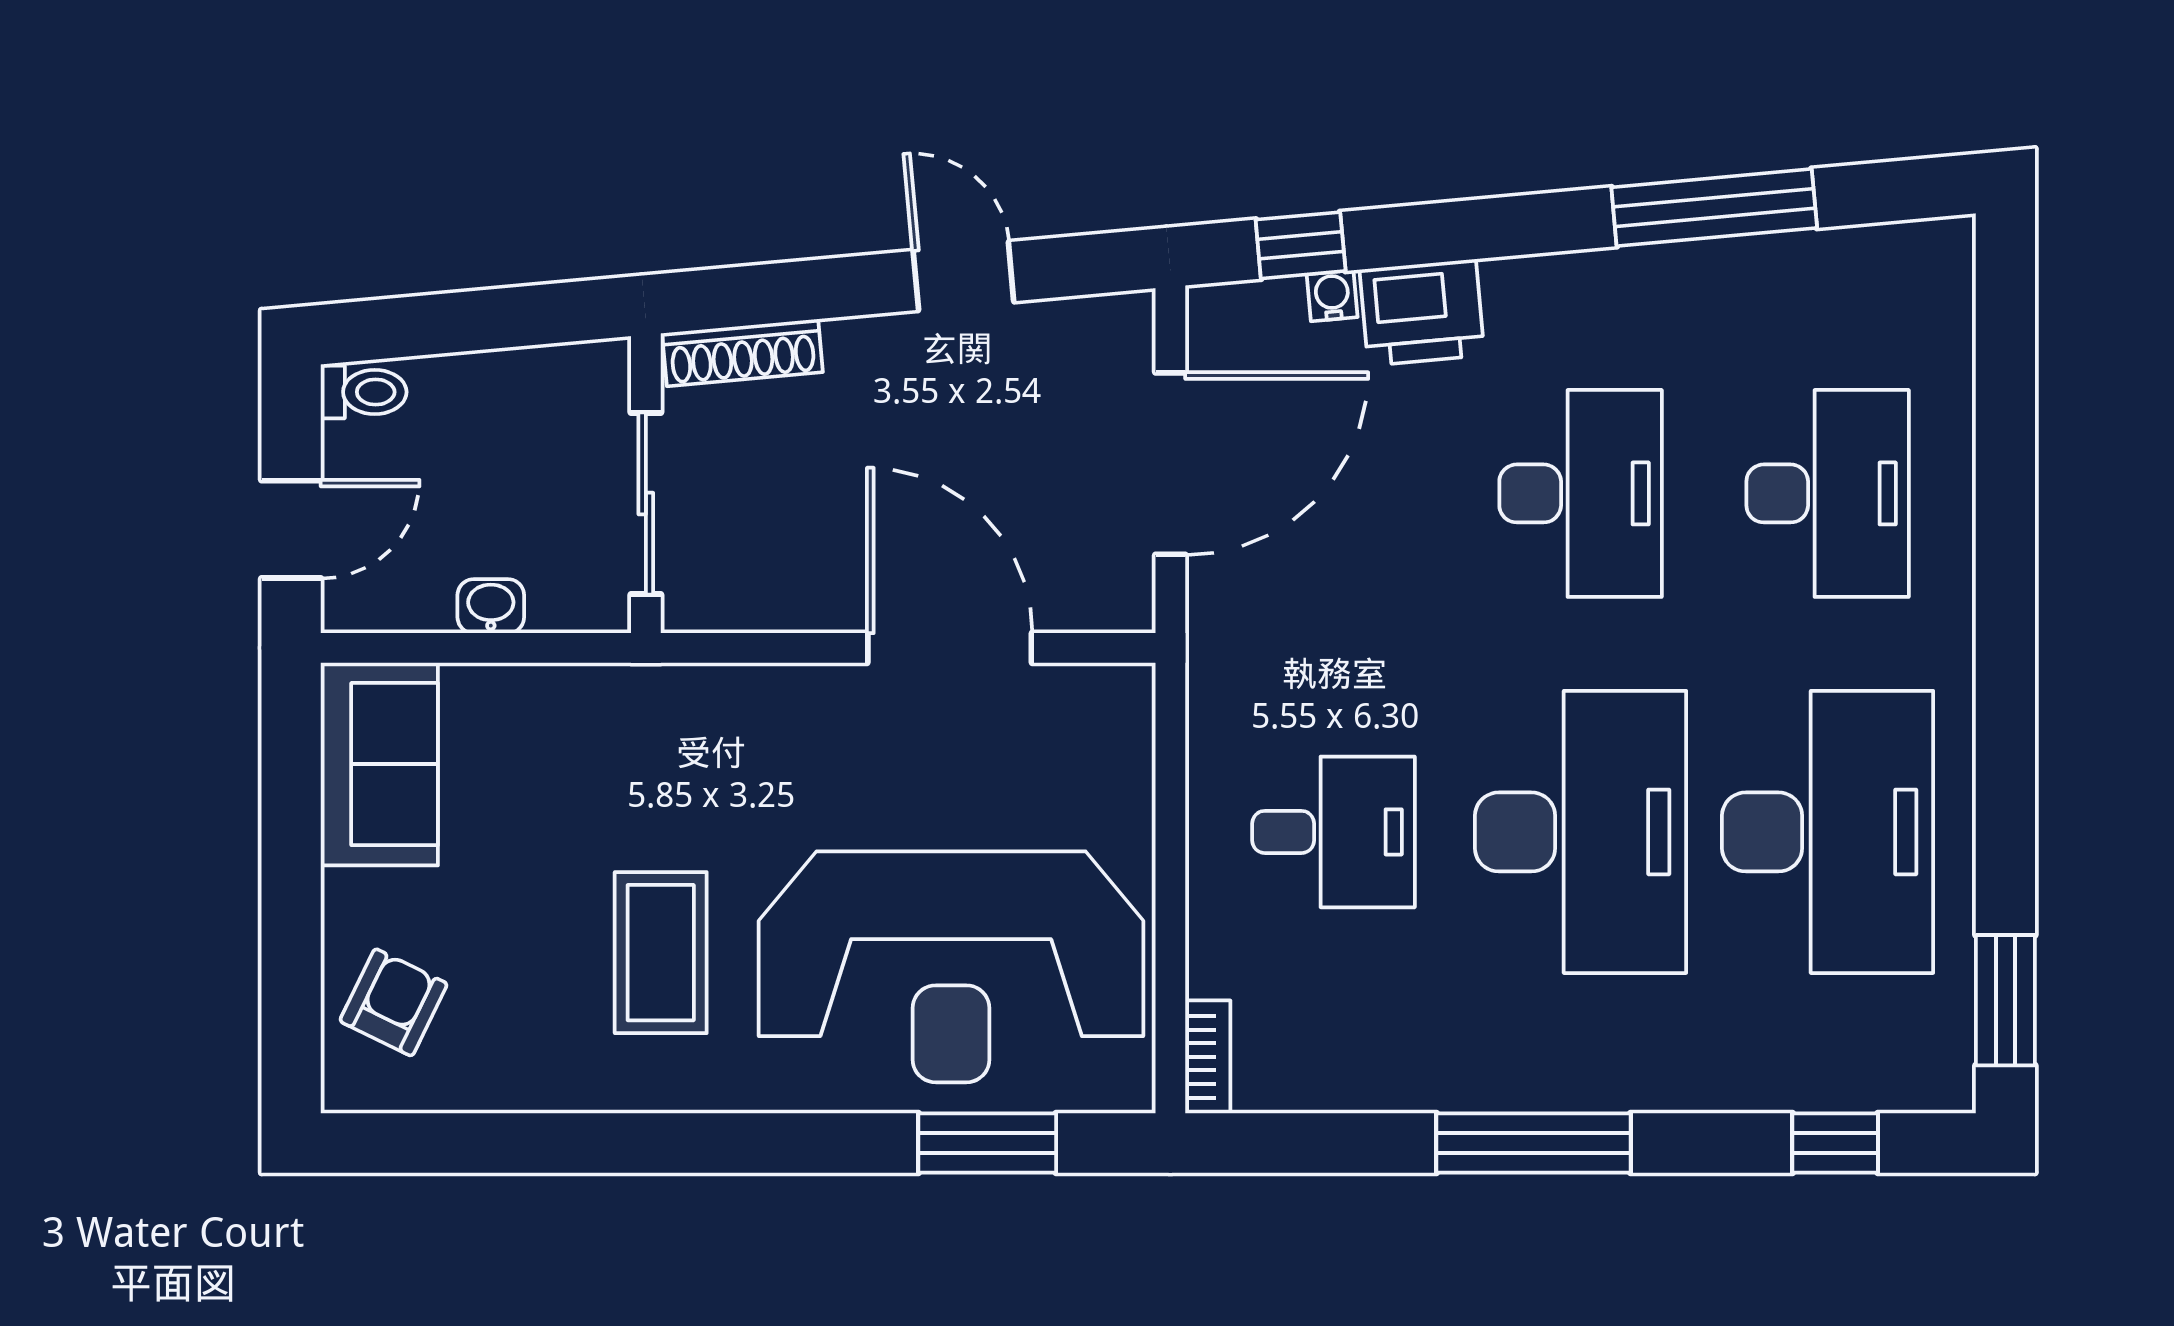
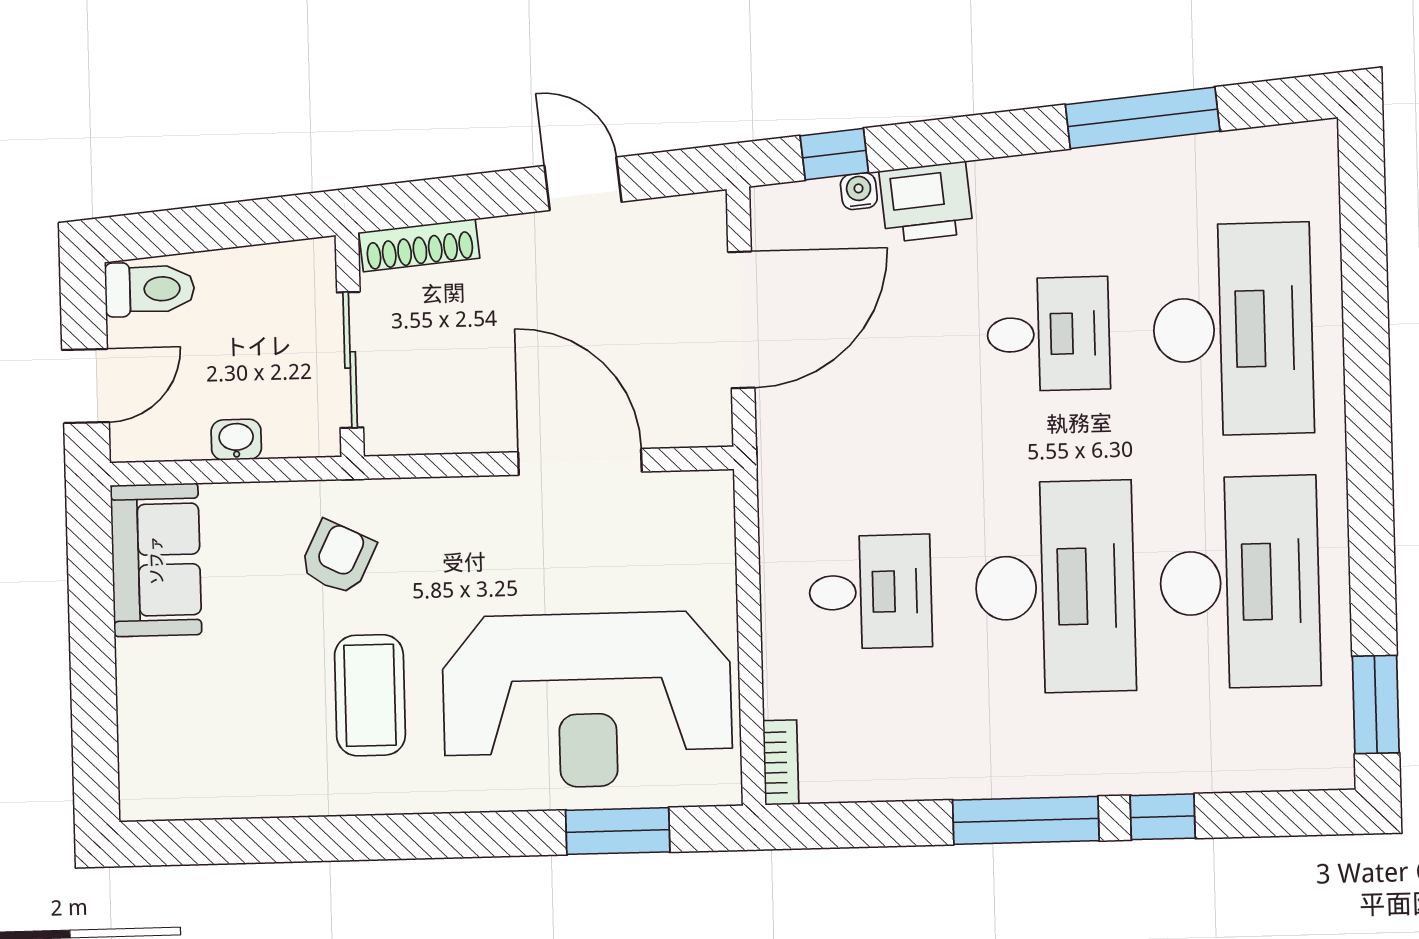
toilet: (364, 392) -> (150, 289), width x1.37, depth x1.39
desk: (1581, 493) -> (1048, 334), width x0.73
desk: (1828, 493) -> (1233, 329), width x1.36, depth x1.30
armchair: (393, 1002) -> (338, 558), moved
window: (1835, 1143) -> (1163, 817), moved

